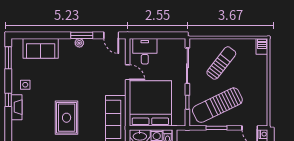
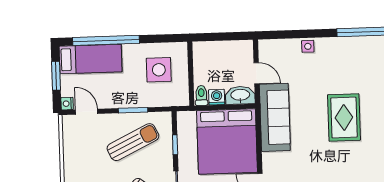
sun lounger: (217, 105) -> (133, 142), width x0.73, depth x0.75

